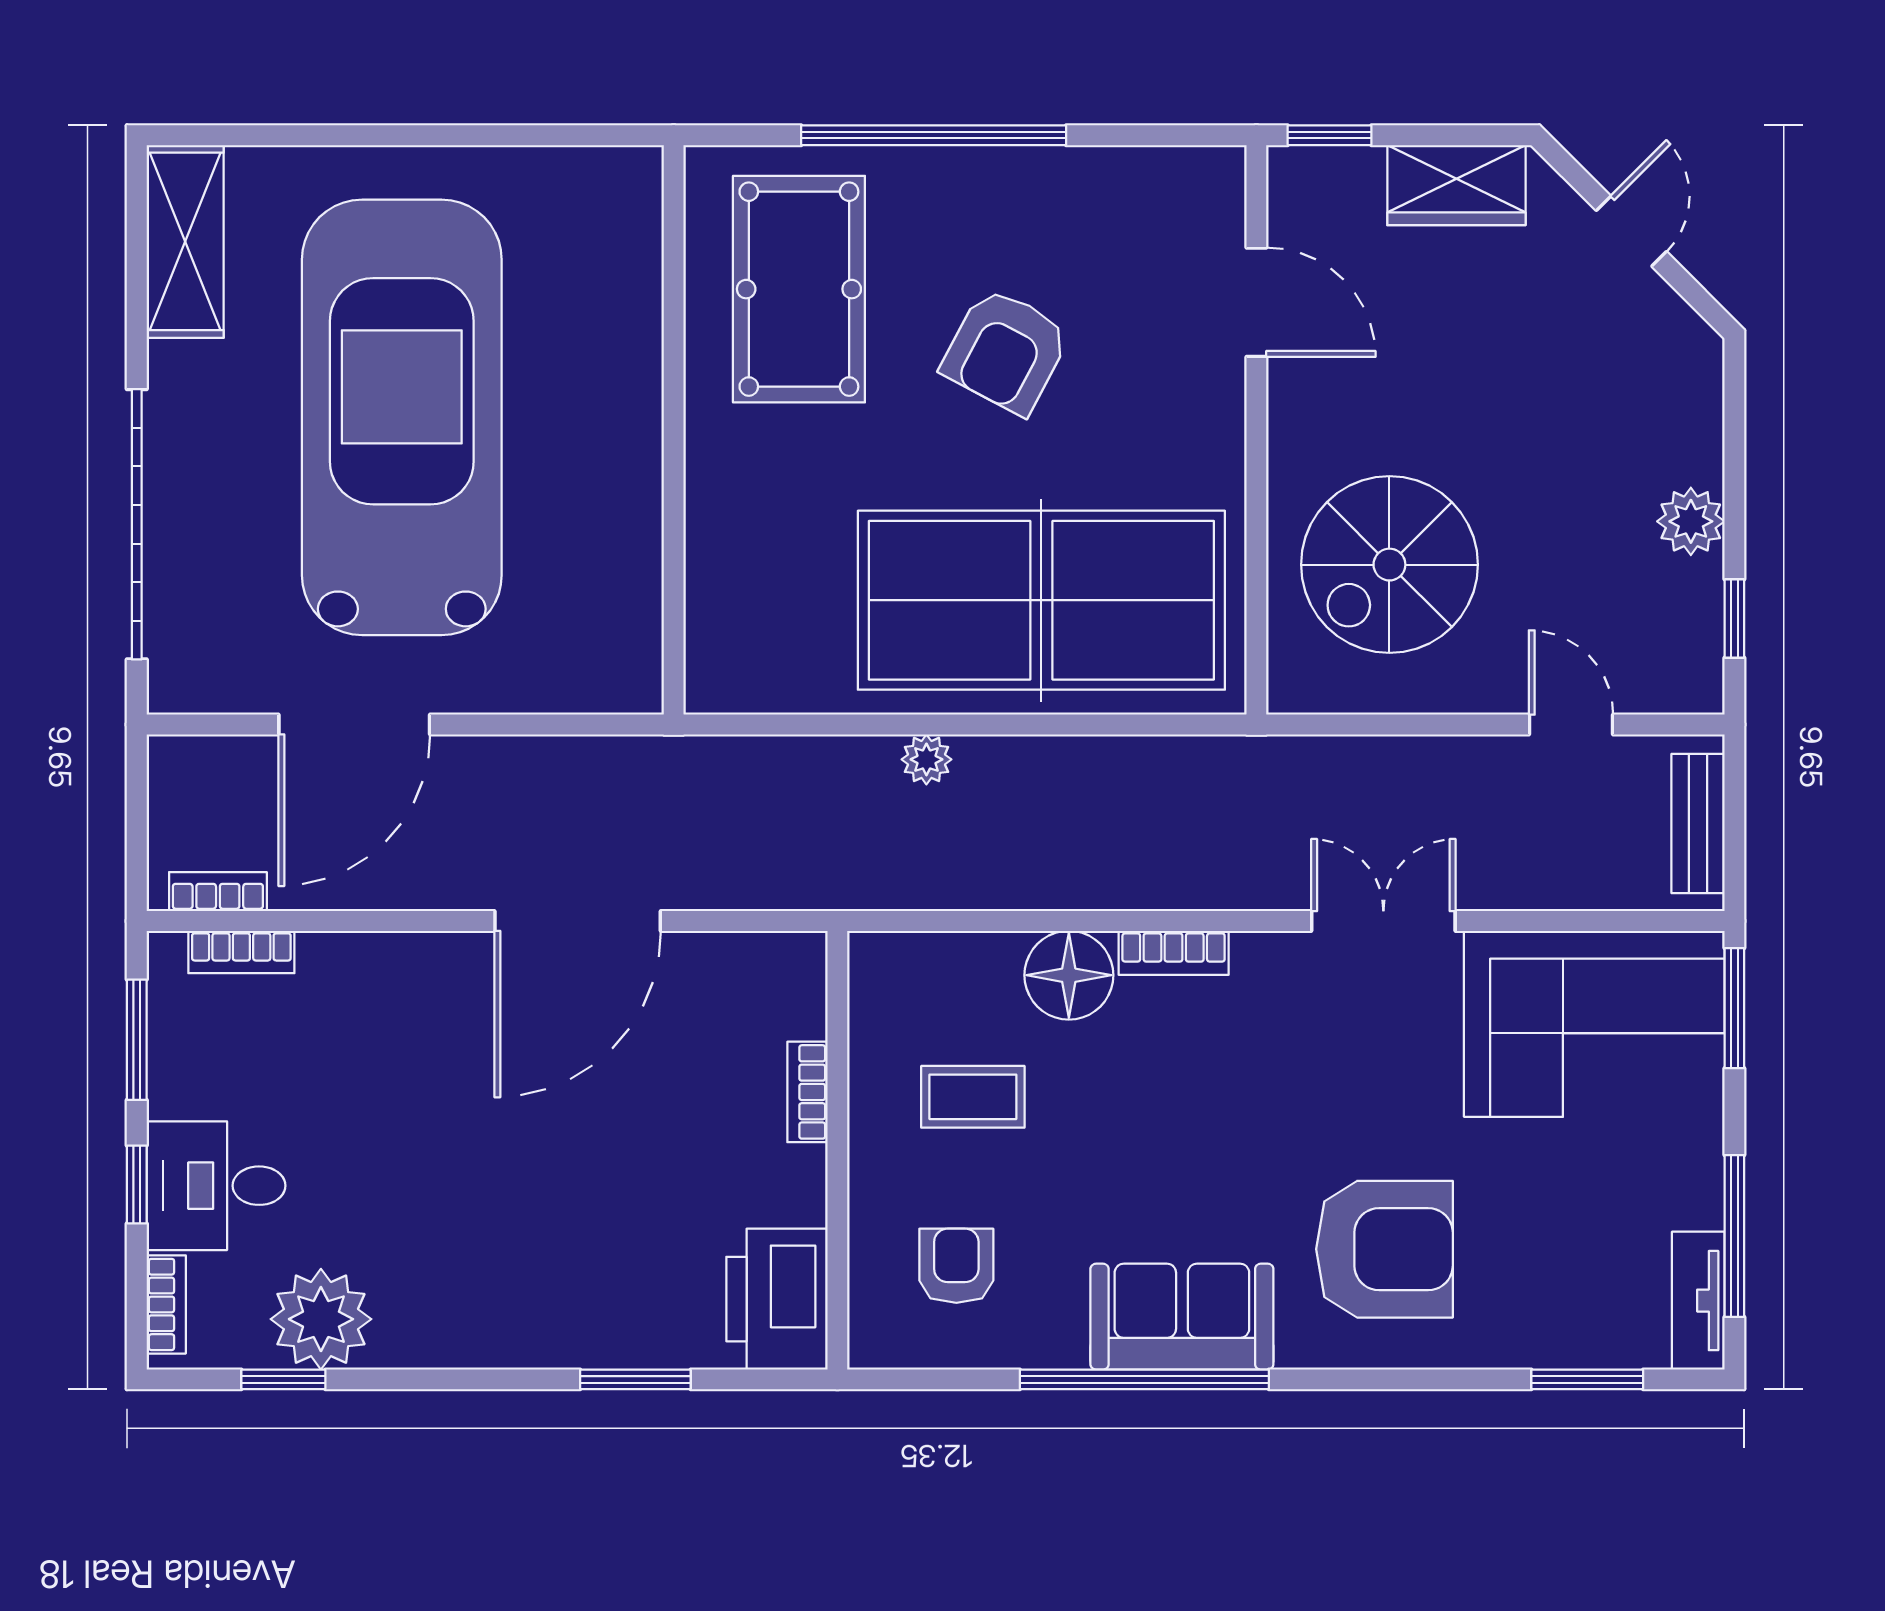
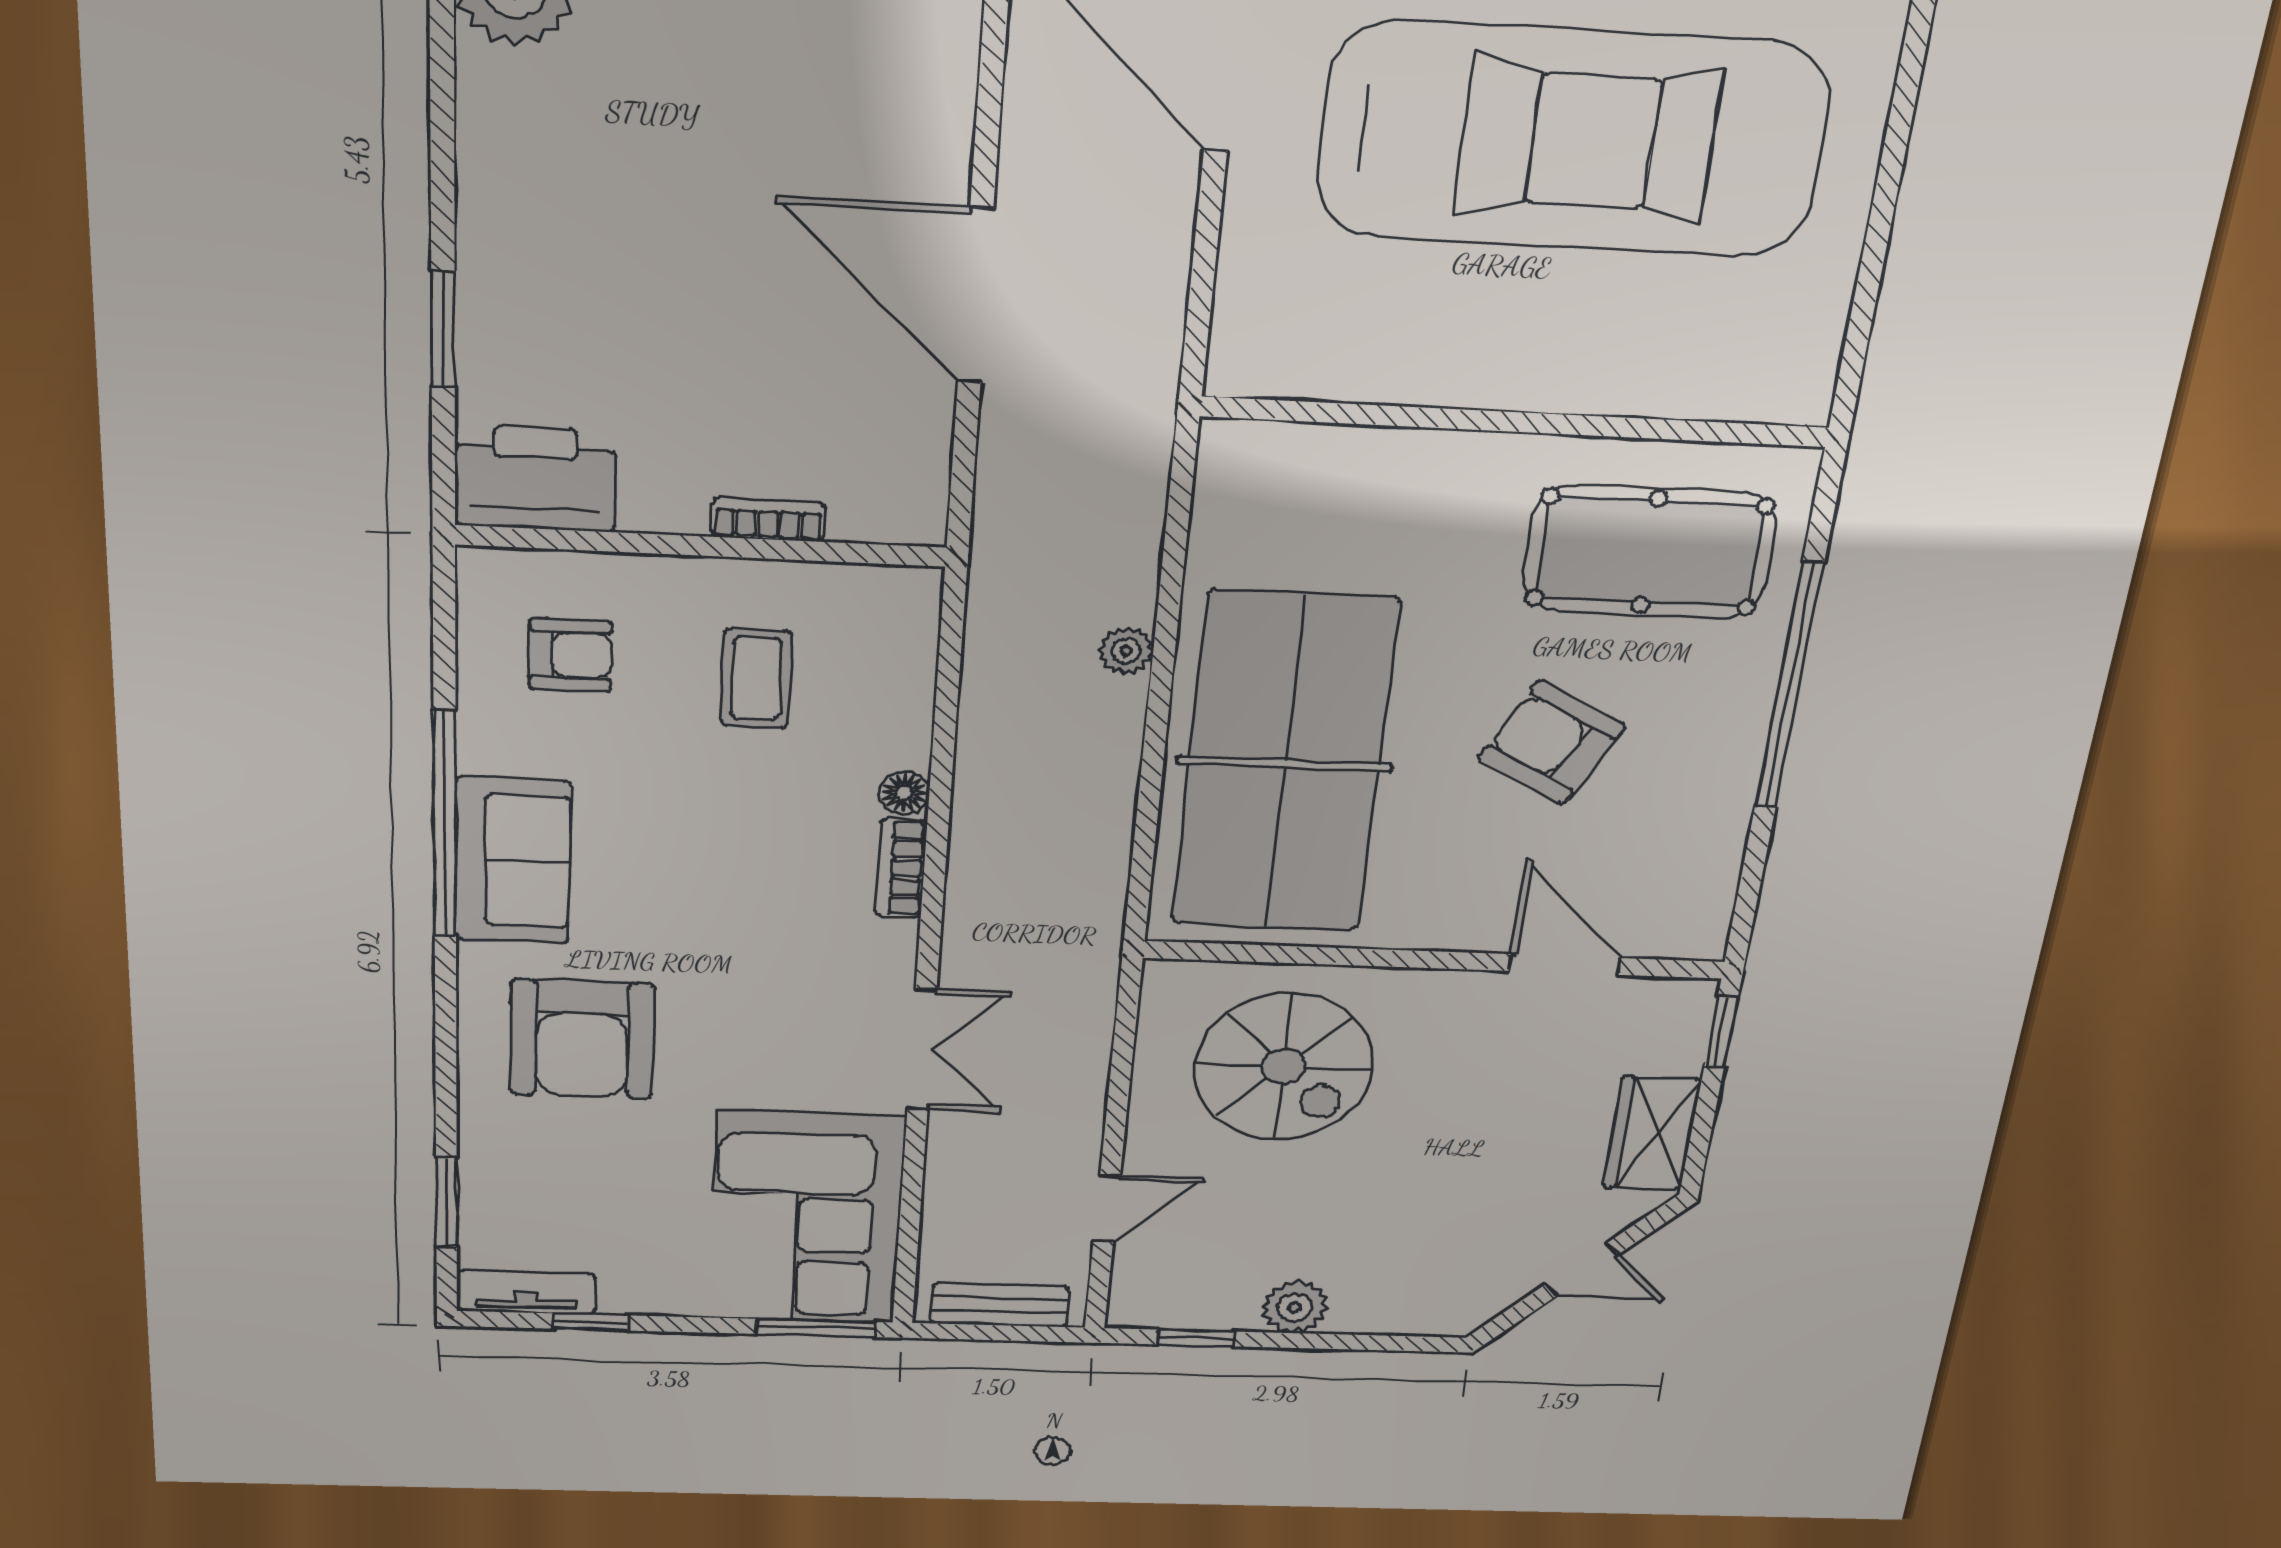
door: (1256, 302) -> (1565, 965), swing flipped
spiral stairs: (1389, 565) -> (1284, 1067), turned 180
floor lamp: (1069, 975) -> (904, 793), width x0.53, depth x0.53
window: (1734, 1236) -> (590, 1322), width x0.46

